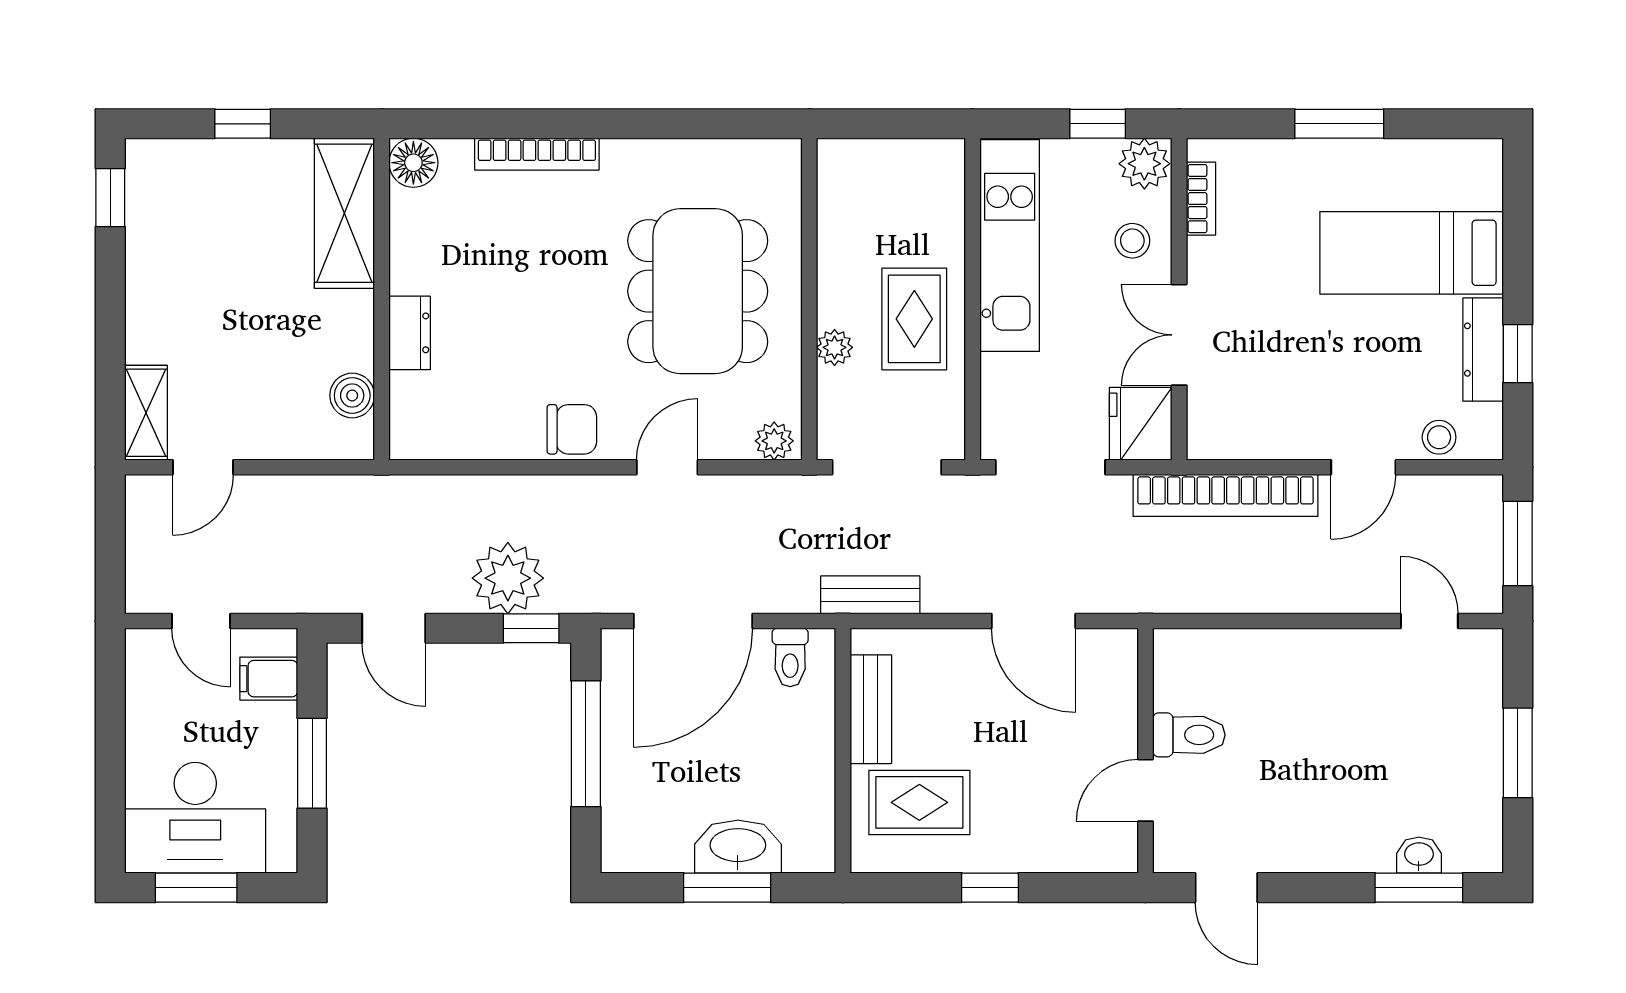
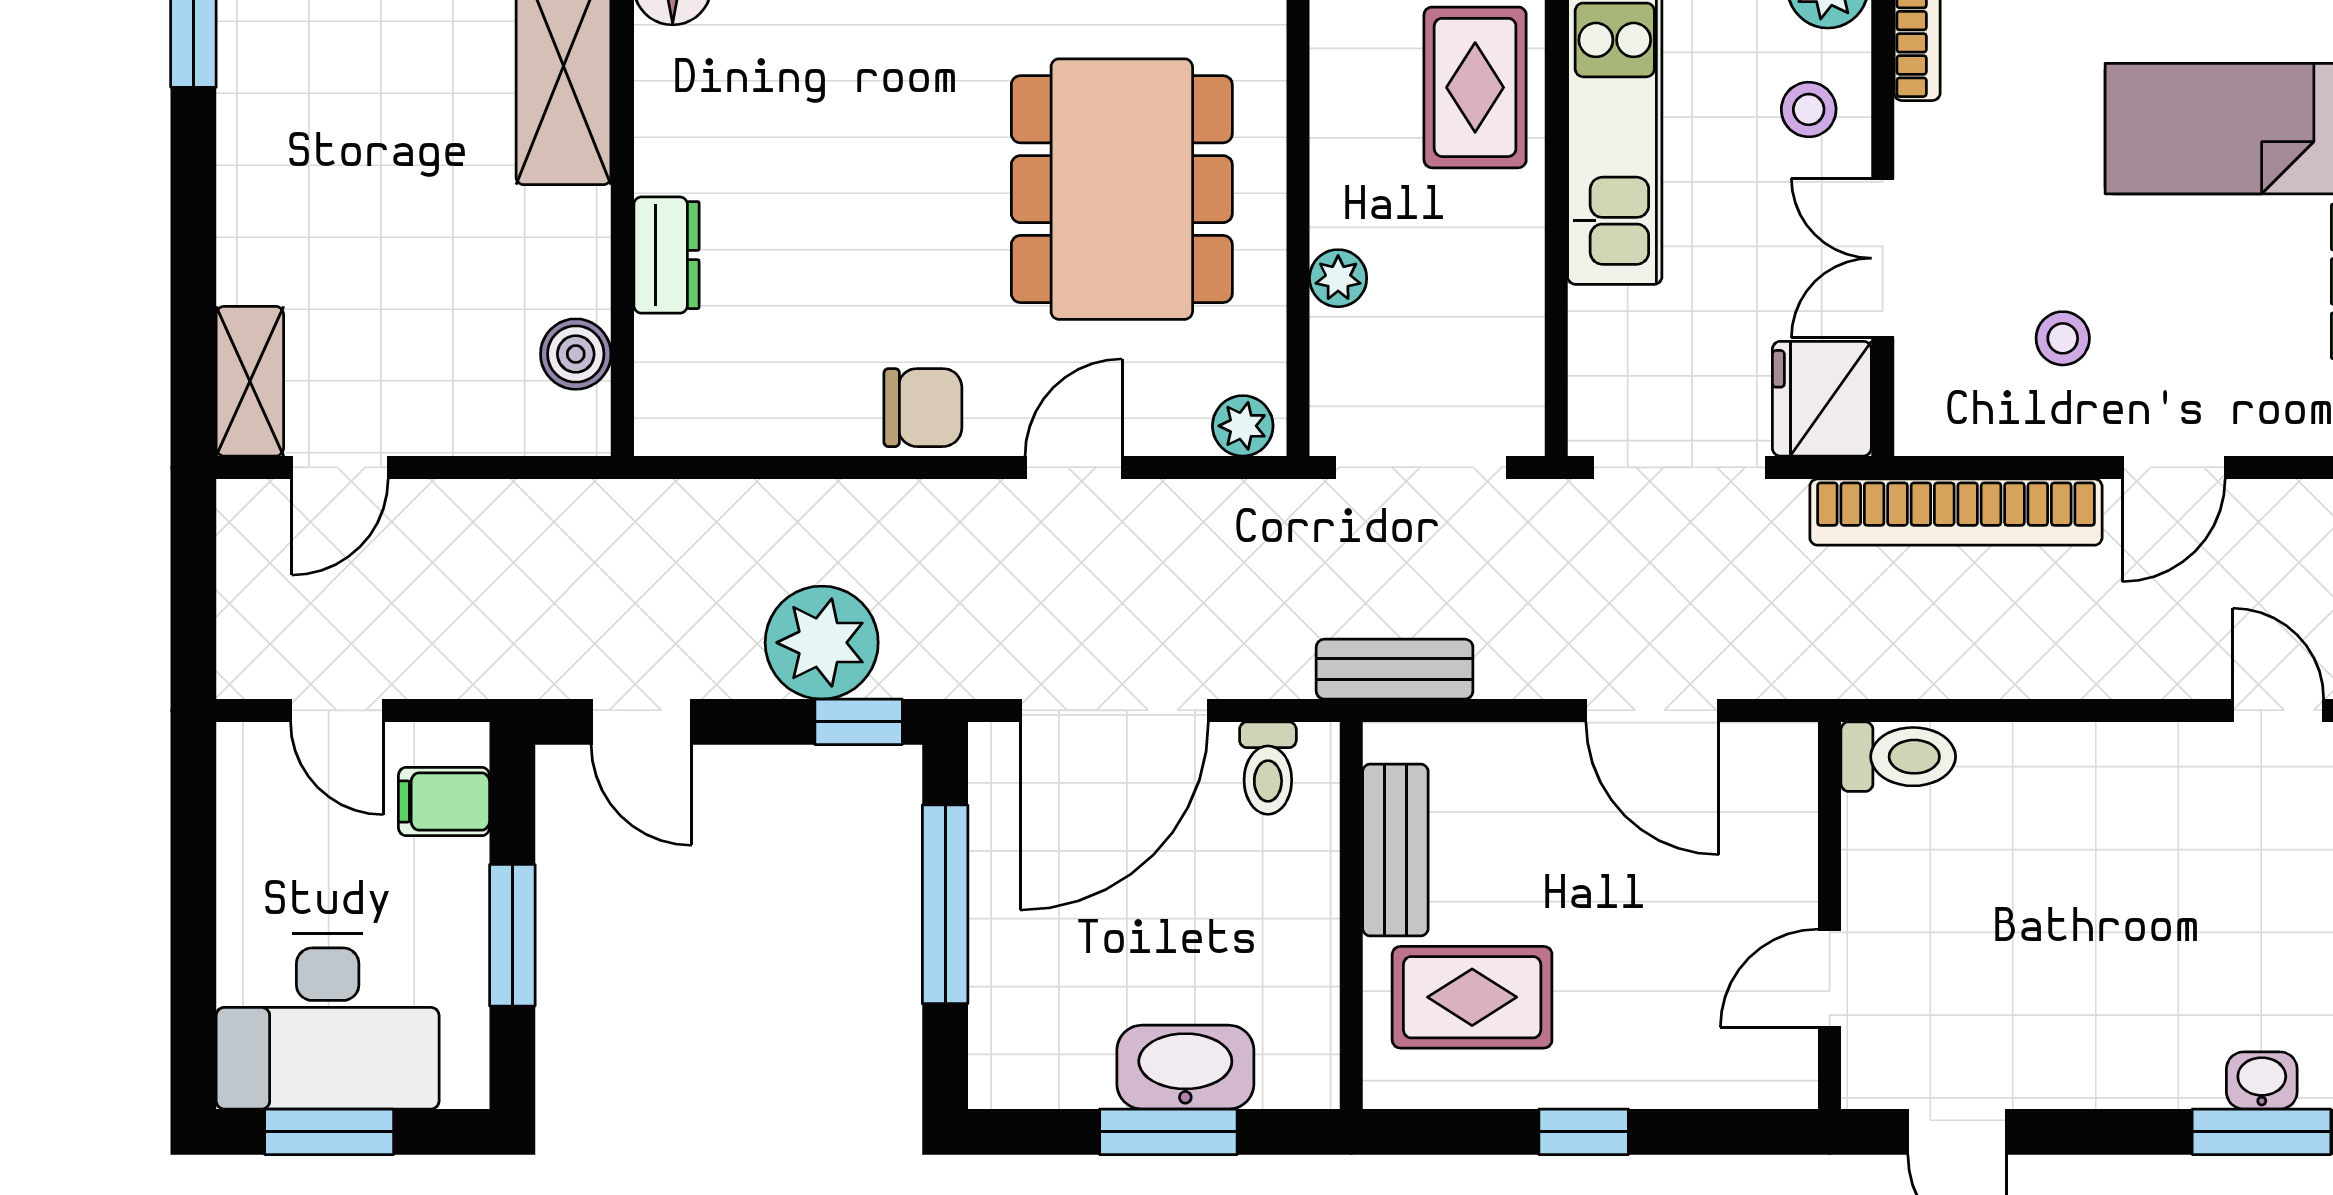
rug: (914, 319) -> (1475, 87), moved
stool: (1439, 437) -> (2063, 338), moved
toilet: (1189, 735) -> (1898, 757), moved

